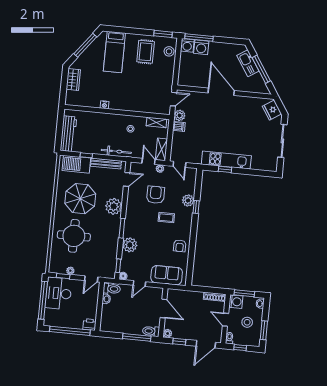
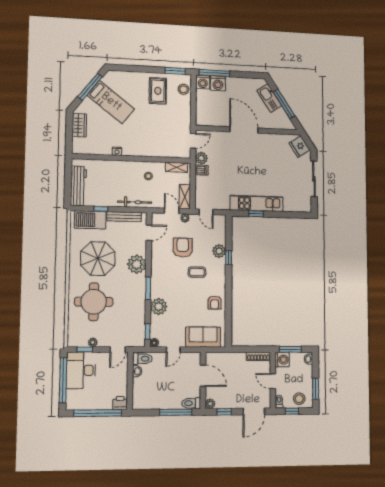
bed: (114, 52) -> (111, 102), moved, turned -52
stool: (247, 322) -> (299, 399), moved

